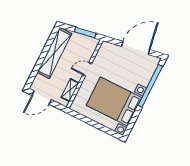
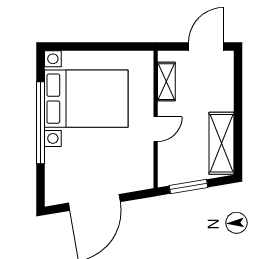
shelving: (54, 53) -> (221, 143), width x0.68
window: (150, 86) -> (40, 123), moved

